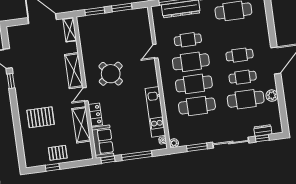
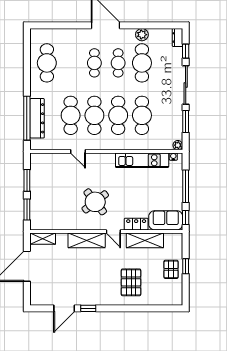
cafe table: (188, 40) -> (71, 115), width x1.37, depth x1.35
dresser: (263, 130) -> (177, 37), moved
window: (52, 167) -> (186, 266), moved

